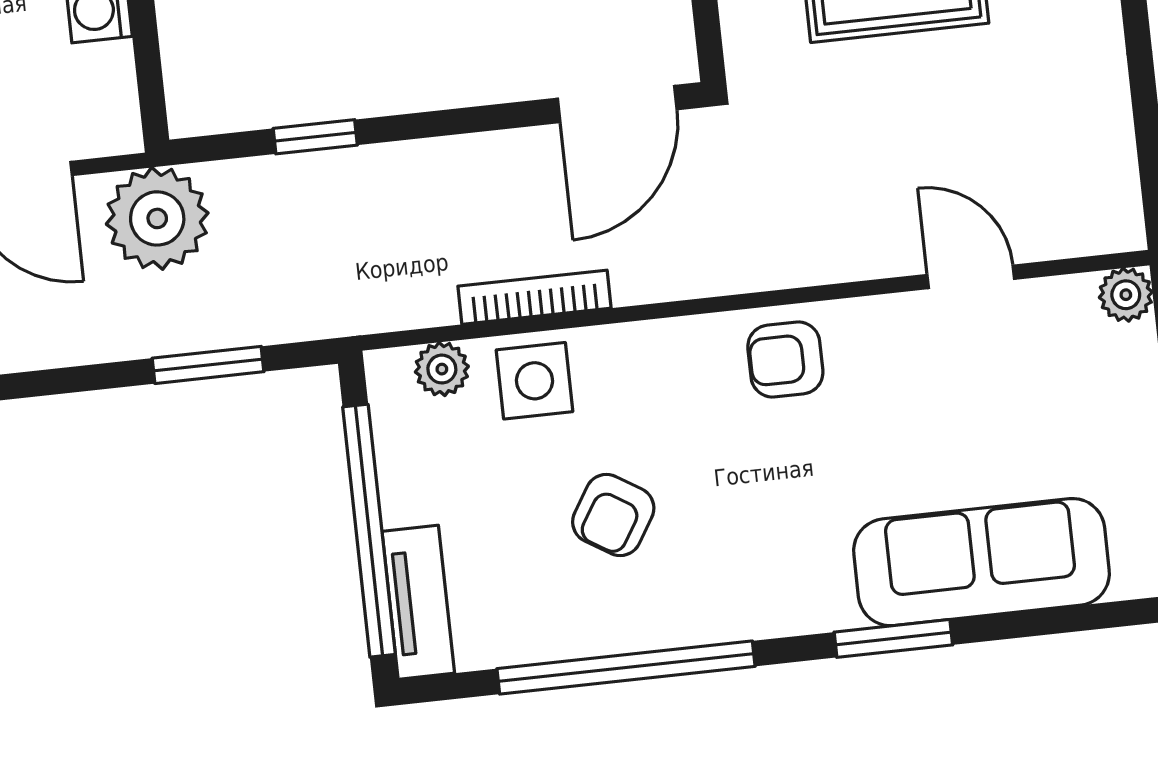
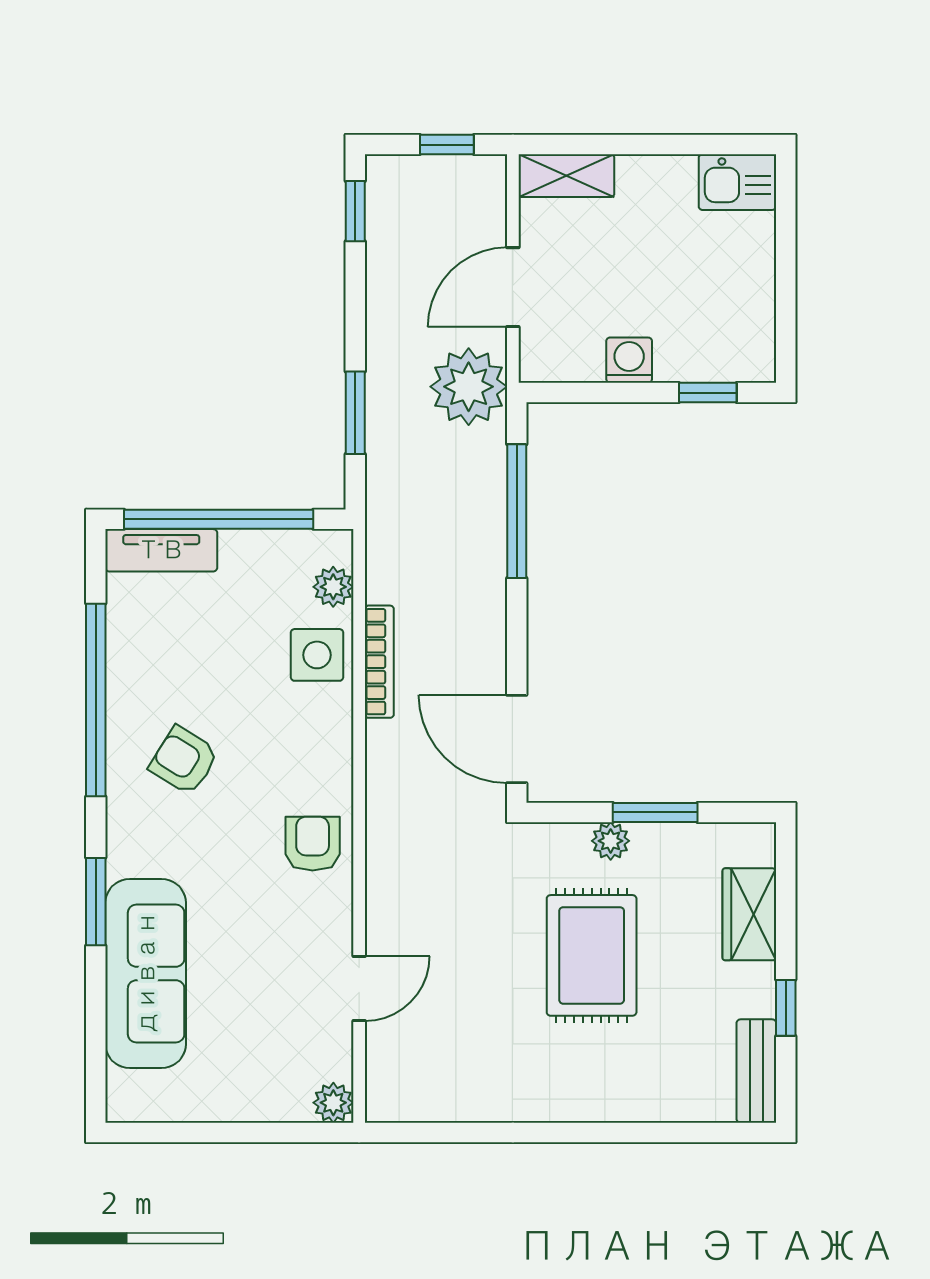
window: (315, 137) -> (517, 511), width x2.17
armchair: (613, 515) -> (184, 760), moved

